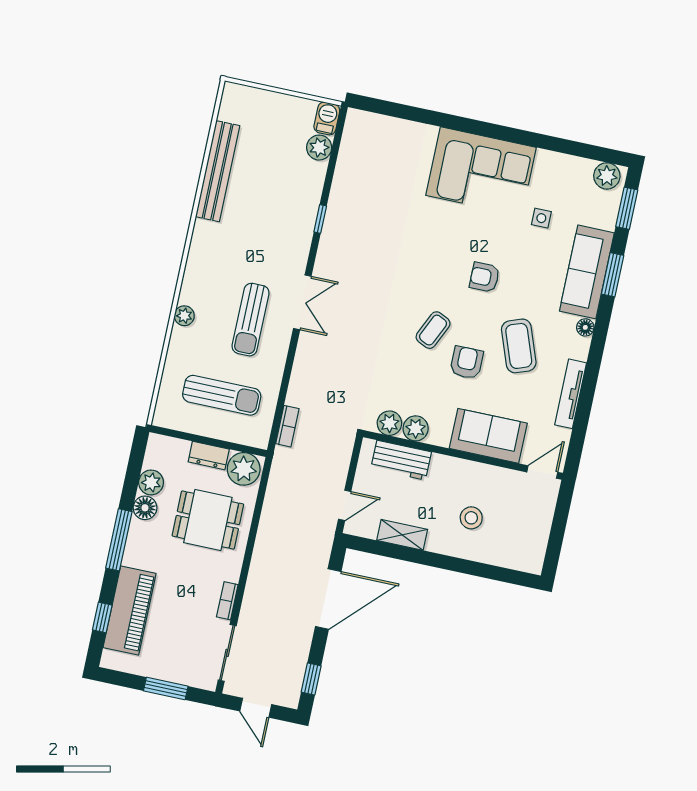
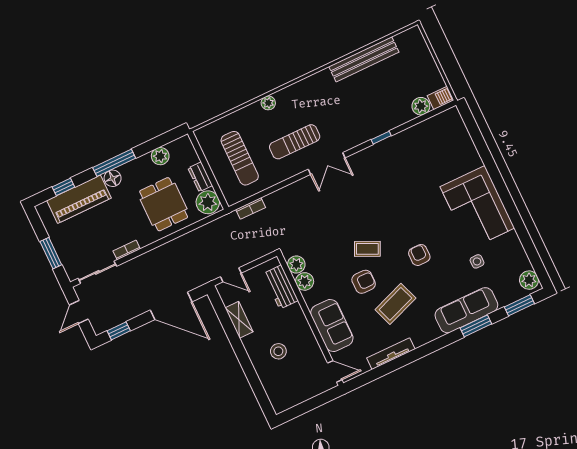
floor lamp: (585, 327) -> (435, 333), removed
floor lamp: (145, 508) -> (113, 178), moved

